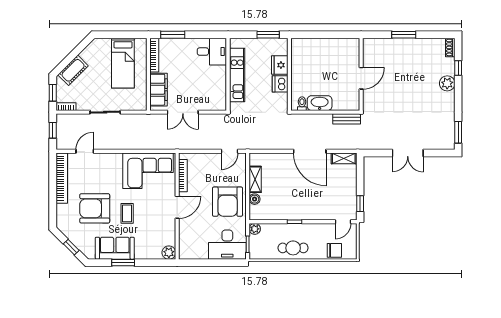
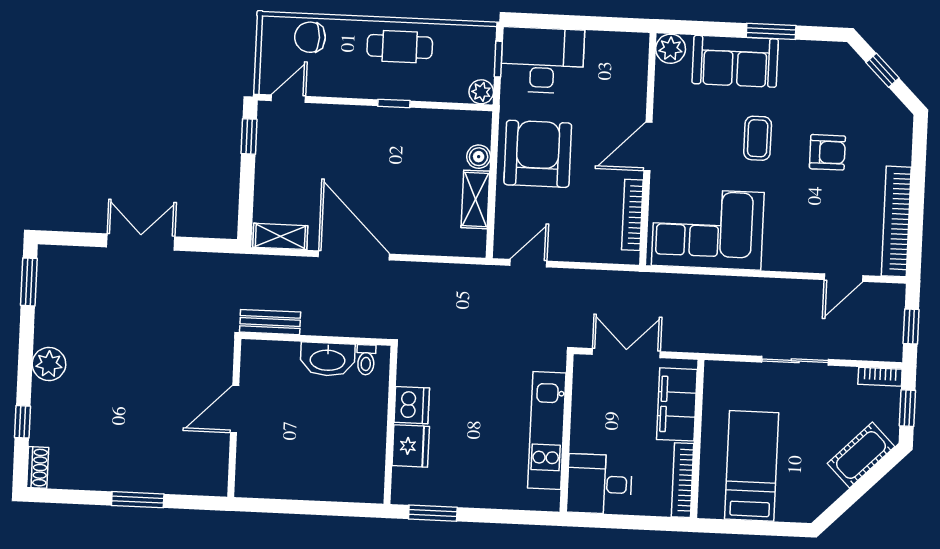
window: (173, 35) -> (641, 523), removed
desk: (212, 52) -> (600, 484), moved
wall: (228, 74) -> (567, 433), moved
kitchen unit: (237, 75) -> (547, 431), moved
plant: (447, 83) -> (49, 364), moved
armchair: (95, 208) -> (827, 152), width x0.53, depth x0.53
sofa: (115, 248) -> (735, 61), moved

